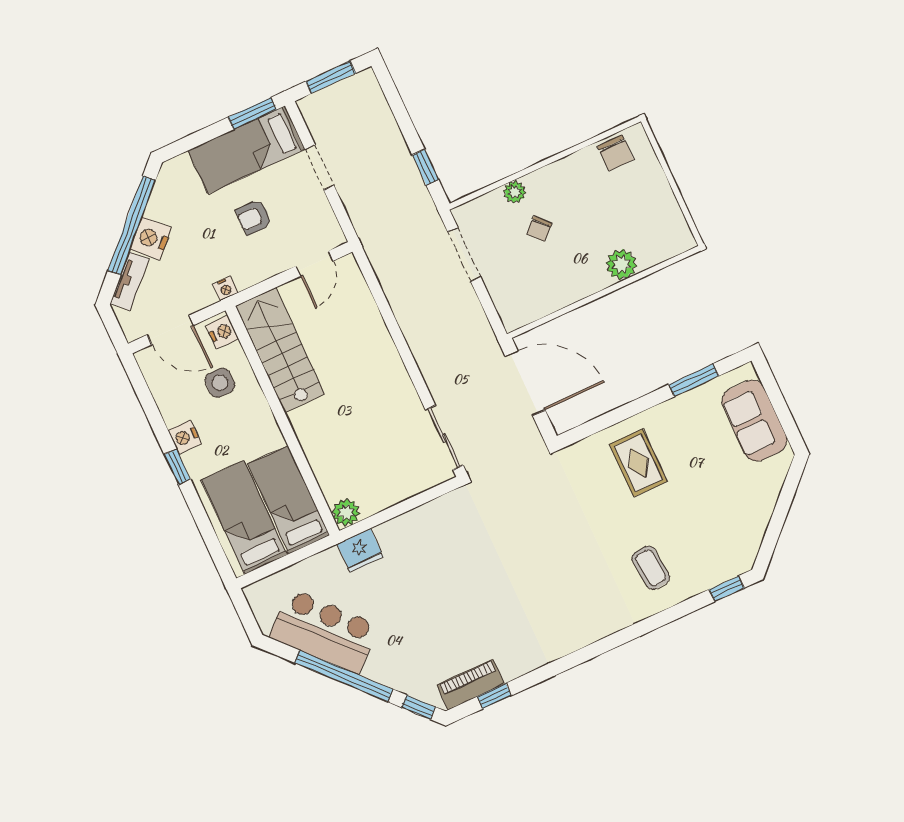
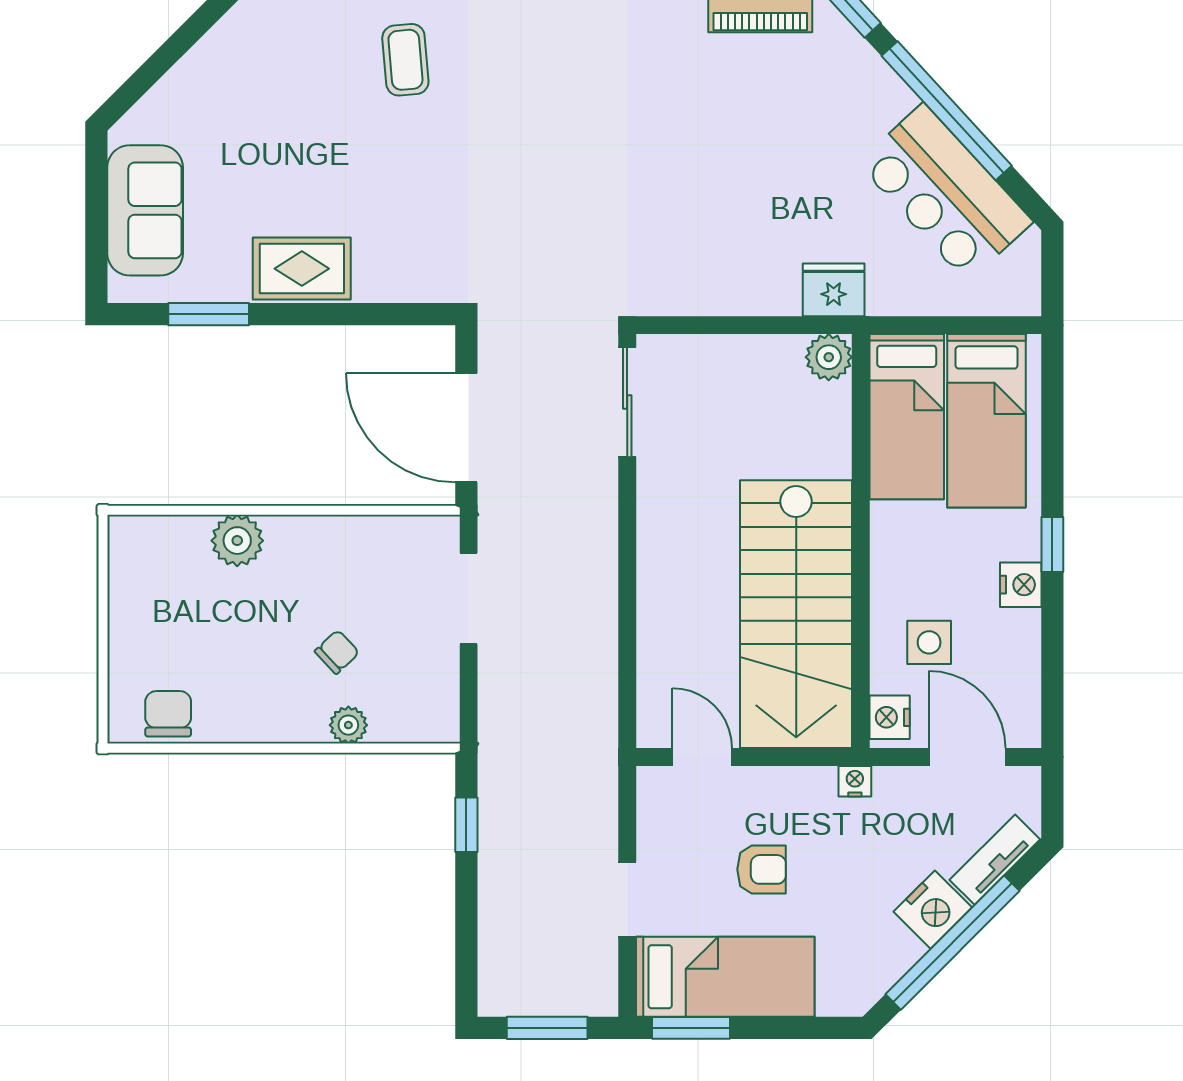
doorway: (464, 254) -> (469, 599), moved
door: (314, 263) -> (702, 757), hinge flipped
stairs: (280, 350) -> (796, 614), width x1.36, depth x1.51
rug: (638, 463) -> (302, 269), moved, turned 90

